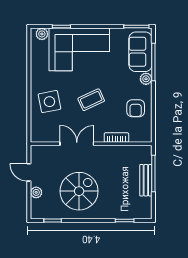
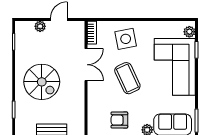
coffee table: (91, 100) -> (127, 78), width x1.36, depth x1.30
bookcase: (116, 137) -> (92, 33), moved
spiral stairs: (79, 191) -> (42, 82), moved

